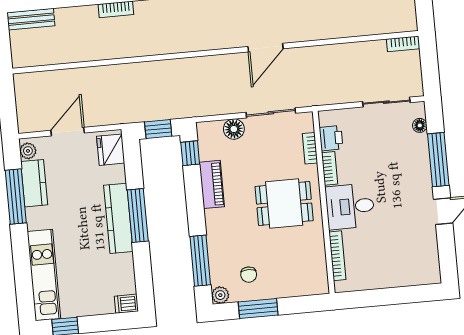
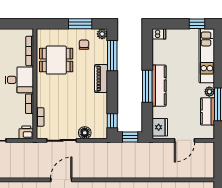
printer: (331, 138) -> (26, 132), moved, turned 90
plant: (28, 151) -> (209, 92), moved
piano: (212, 184) -> (101, 79), moved
dining table: (284, 204) -> (56, 60), moved

